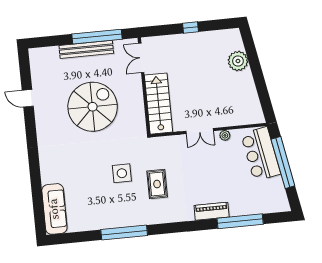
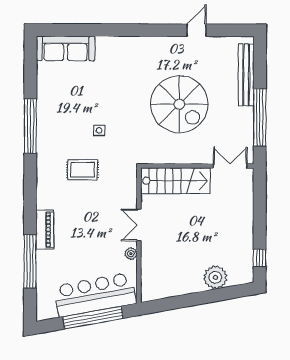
window: (190, 27) -> (260, 258), moved
bench: (86, 49) -> (246, 75), moved
bar counter: (261, 154) -> (95, 295), width x1.36
side table: (122, 173) -> (99, 130), width x0.54, depth x0.54

